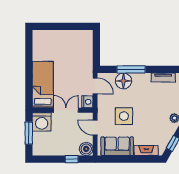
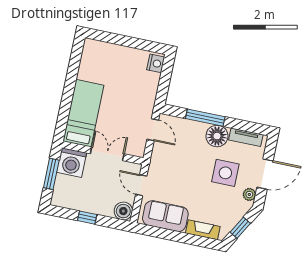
floor lamp: (124, 81) -> (217, 136), moved
nightstand: (87, 102) -> (156, 63), moved
side table: (124, 116) -> (225, 173), moved
window: (72, 159) -> (87, 218), moved

